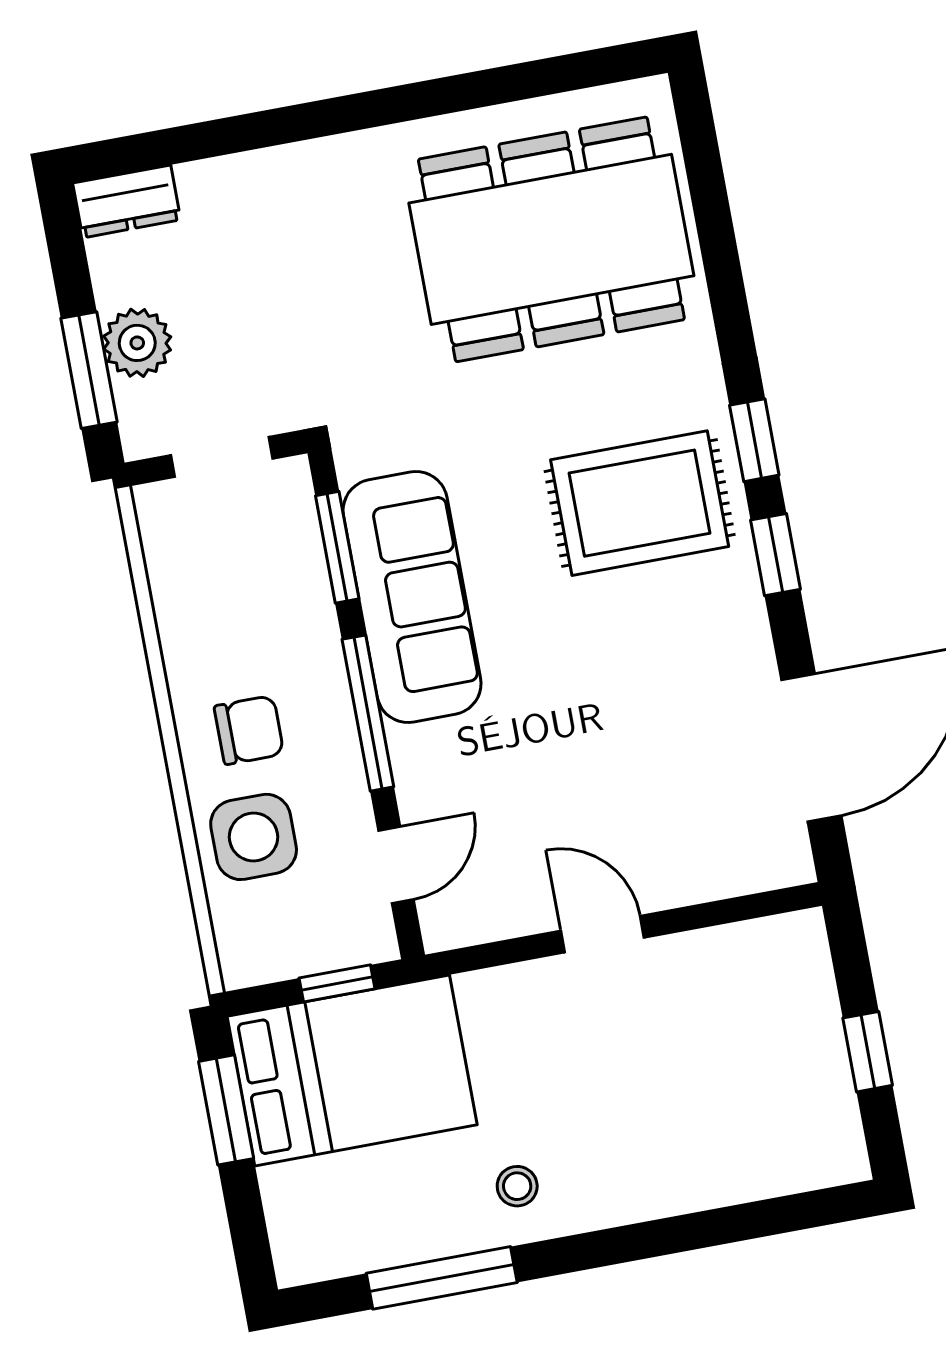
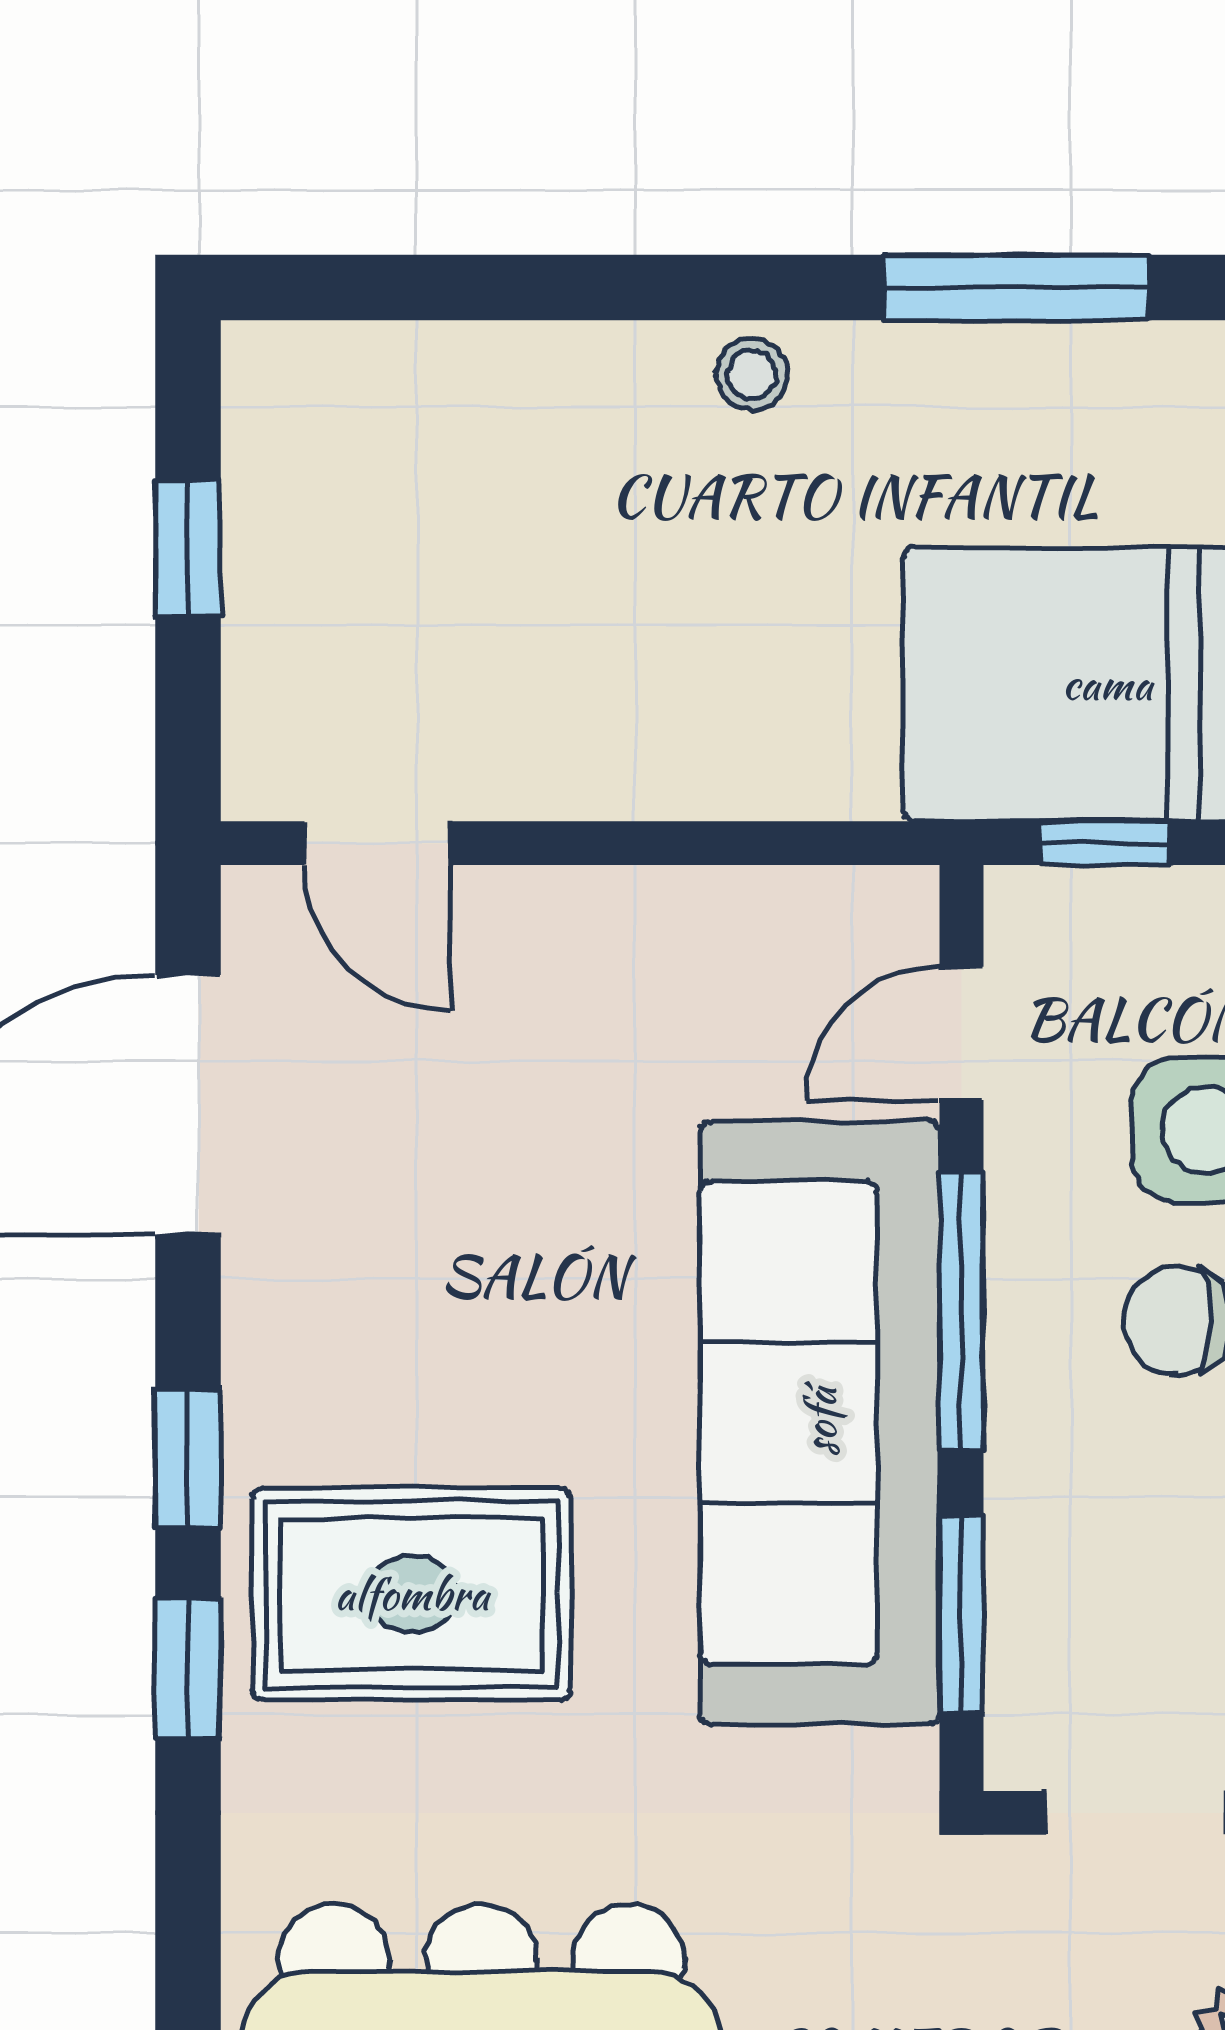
sofa: (412, 597) -> (820, 1422), width x1.36, depth x1.27
door: (603, 934) -> (377, 843), moved
stool: (517, 1186) -> (752, 374), moved

